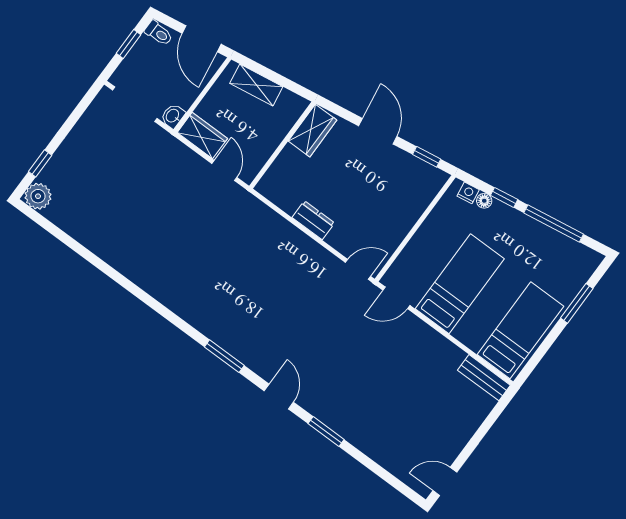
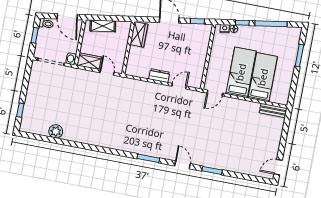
plant: (38, 196) -> (56, 131), moved
door: (358, 269) -> (179, 86), moved
bed: (520, 330) -> (263, 77), moved

